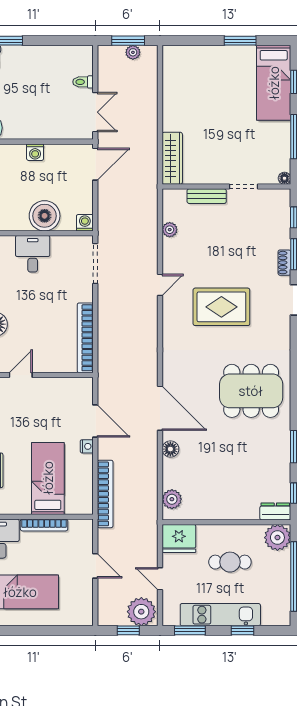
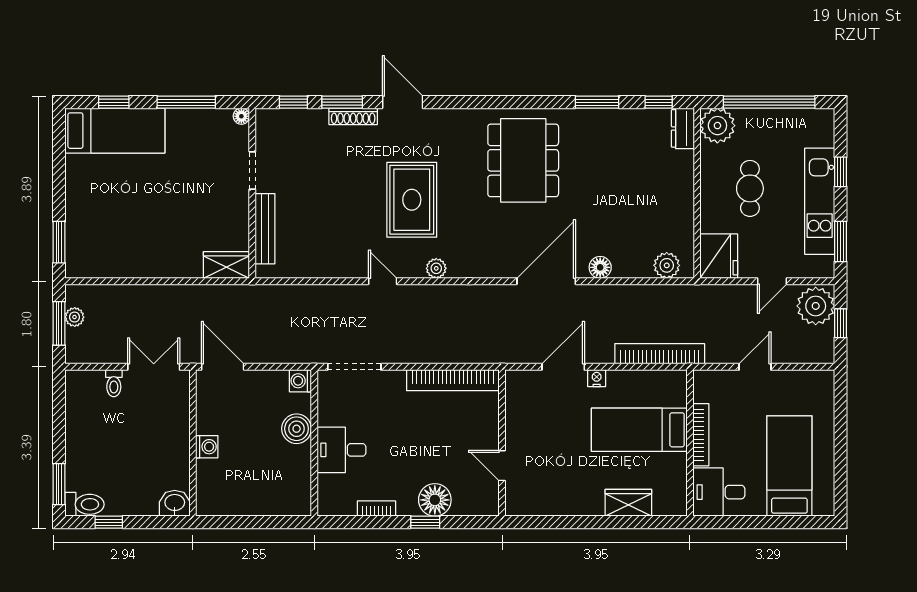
window: (240, 41) -> (59, 242), moved
wardrobe: (172, 158) -> (226, 265), width x0.67
bench: (207, 196) -> (265, 229), width x1.36
boiler: (45, 216) -> (297, 429), width x0.73, depth x0.73
plant: (170, 230) -> (436, 268), moved
shoe rack: (284, 263) -> (353, 116), width x1.43

